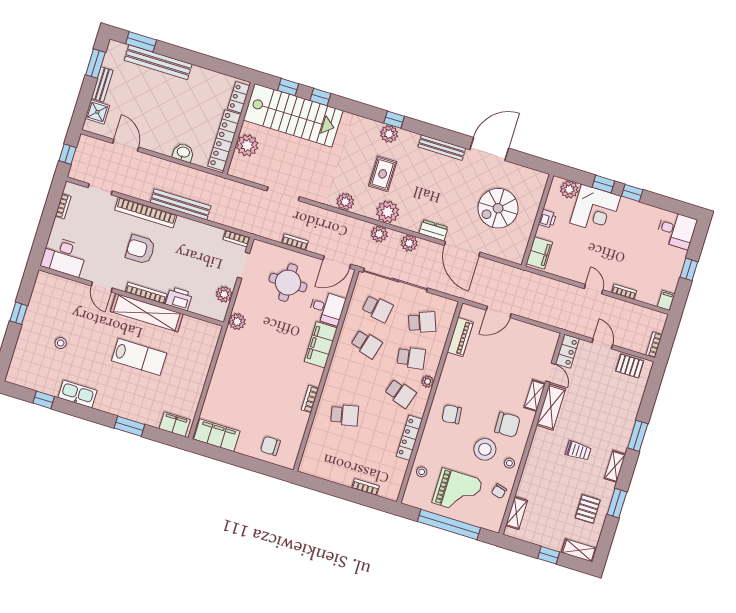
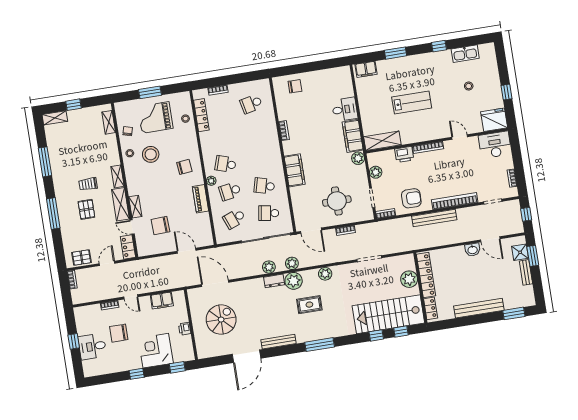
bench: (158, 62) -> (479, 308), moved
window: (95, 64) -> (533, 256), moved
window: (394, 120) -> (320, 345), width x2.17
plant: (389, 134) -> (318, 333), removed
washbasin: (183, 153) -> (472, 250), moved
rug: (383, 174) -> (309, 305), turned 90
window: (603, 184) -> (177, 367), moved
plant: (569, 189) -> (180, 355), removed
dresser: (433, 230) -> (274, 281), moved
desk: (676, 230) -> (92, 346), moved
armchair: (140, 249) -> (411, 198), moved
door: (462, 249) -> (215, 283), moved
filing cabinet: (539, 253) -> (162, 300), moved, turned -90
chair: (630, 253) -> (119, 333), added
door: (337, 262) -> (311, 231), swing flipped
fridge: (50, 287) -> (494, 120), added
filing cabinet: (666, 300) -> (79, 313), removed
desk: (327, 308) -> (345, 109), moved, turned 180
door: (499, 312) -> (187, 251), hinge flipped
shelving: (147, 313) -> (382, 141), moved, width x0.68
piano: (460, 337) -> (200, 199), moved
door: (602, 344) -> (107, 263), swing flipped
lab bench: (139, 357) -> (412, 103), turned 180
kitchen sink: (77, 394) -> (465, 54), moved
window: (44, 400) -> (439, 46), moved
school desk: (345, 415) -> (251, 104), moved
chair: (507, 425) -> (160, 226), moved
filing cabinet: (217, 435) -> (353, 136), moved, turned 90
window: (638, 436) -> (53, 214), width x1.44
locker: (409, 438) -> (201, 115), moved
shelving: (615, 466) -> (118, 176), moved
window: (617, 503) -> (45, 162), width x1.44
pallet: (588, 509) -> (86, 209), moved
window: (449, 525) -> (150, 92), width x0.47

